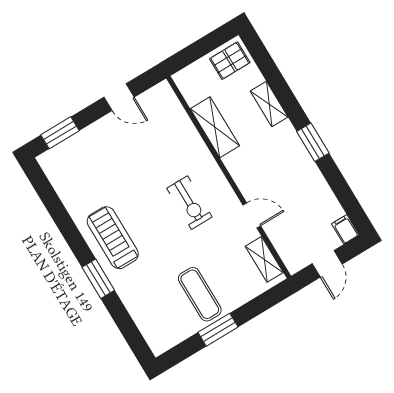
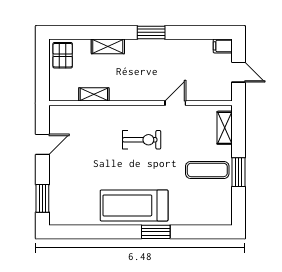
shelving: (215, 127) -> (94, 94), width x0.67, depth x0.75
treadmill: (113, 238) -> (134, 205), width x1.37, depth x1.37
shelving: (264, 259) -> (225, 128), moved, turned 90

